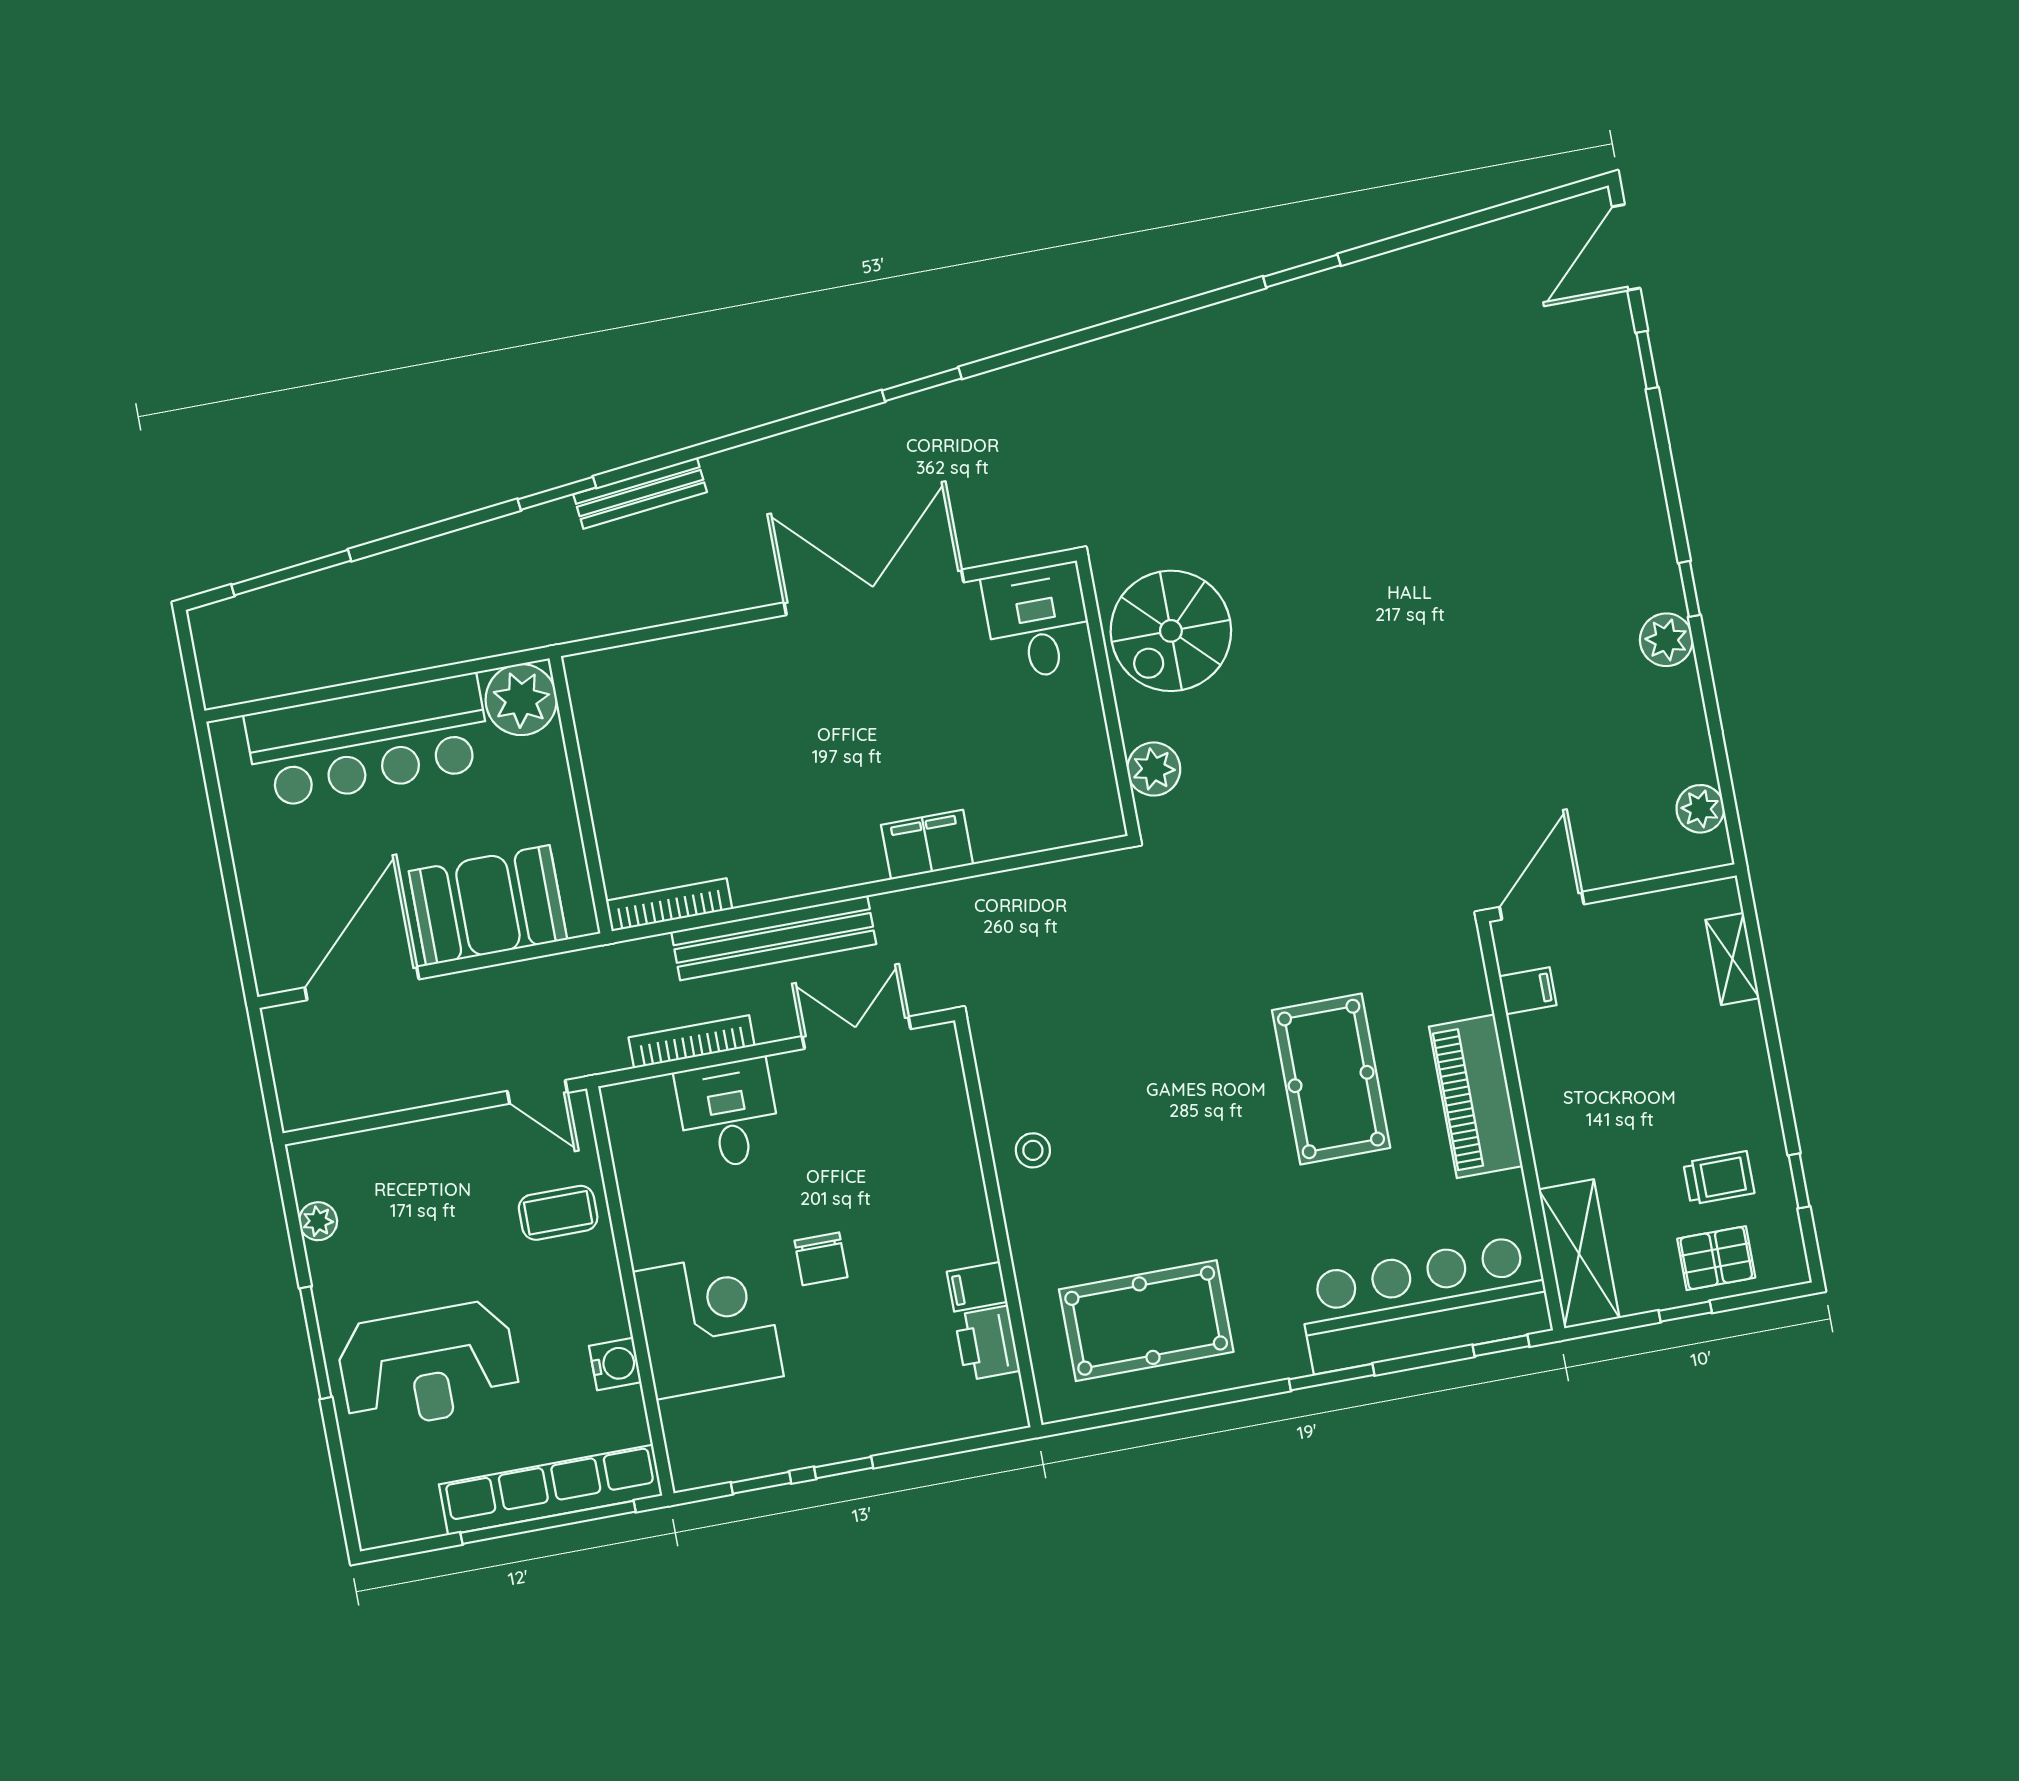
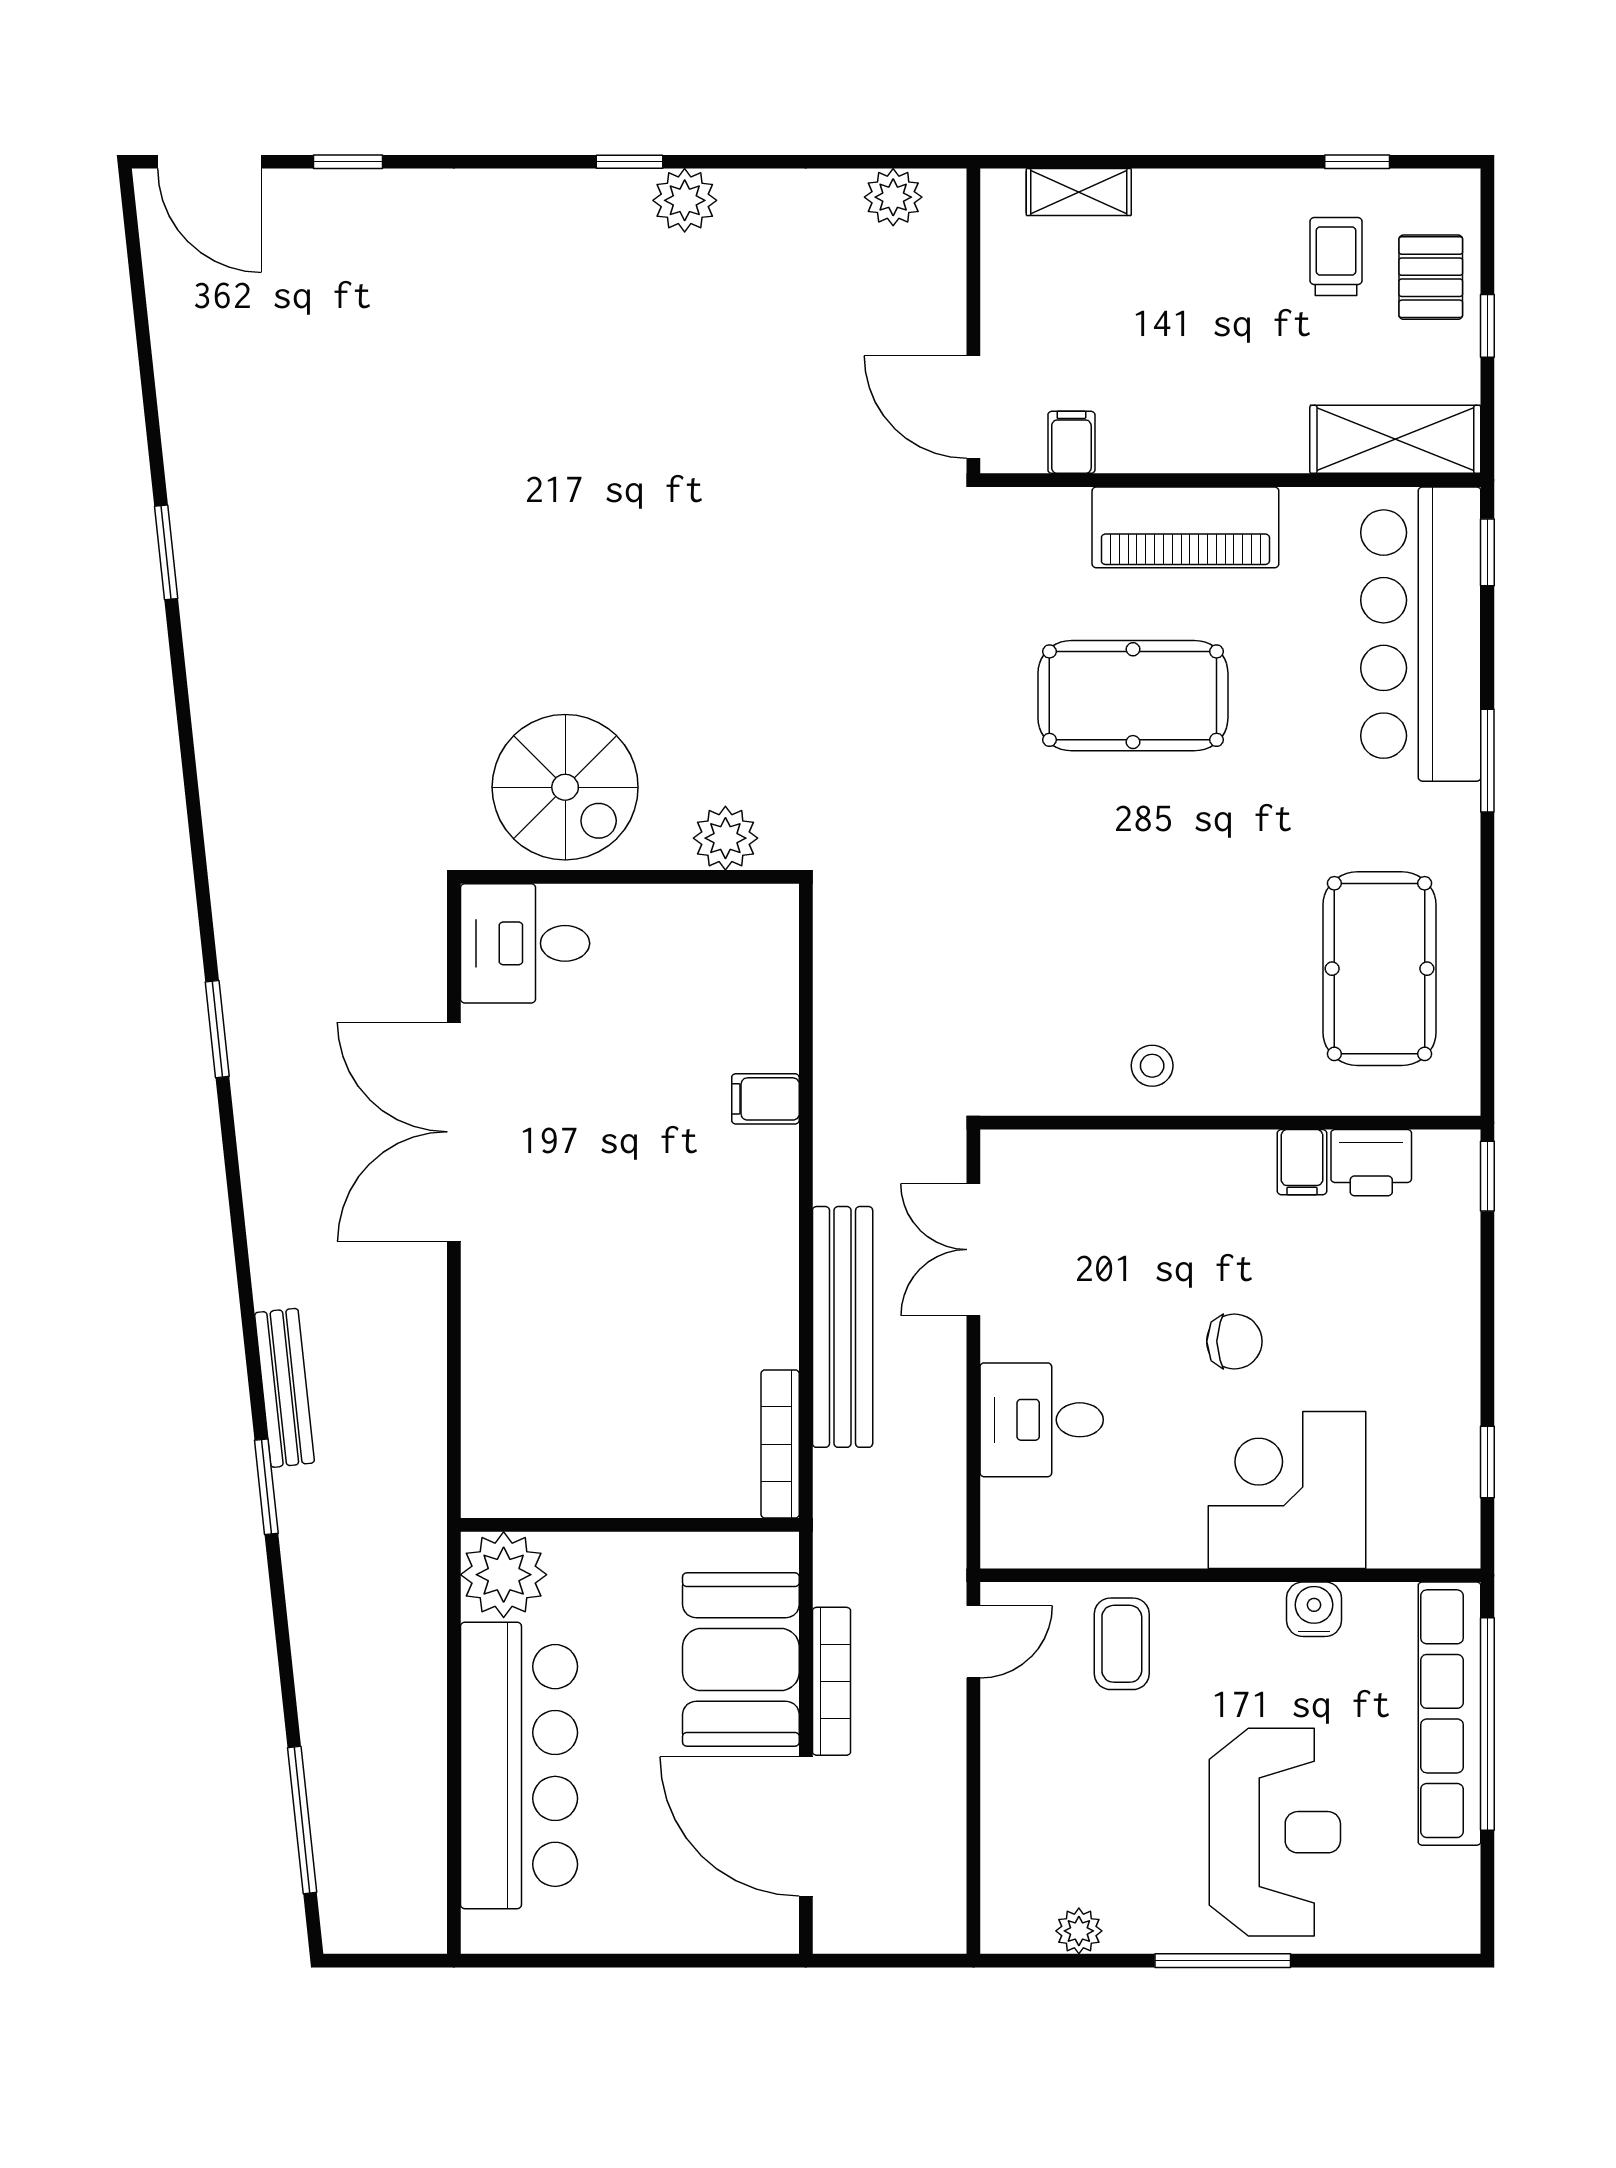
filing cabinet: (927, 845) -> (765, 1099), width x0.50
bookcase: (692, 1042) -> (832, 1681), moved, turned 180
window: (844, 1468) -> (1487, 1176), moved

